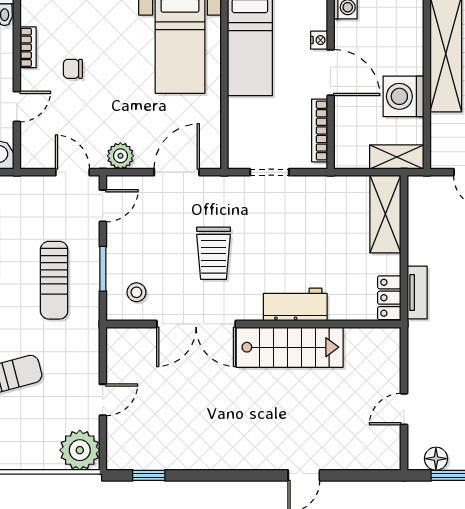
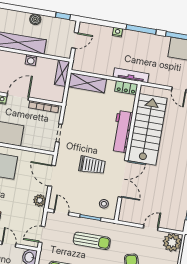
washing machine: (403, 96) -> (31, 60), width x0.53, depth x0.53
door: (73, 172) -> (42, 234), moved
tv unit: (417, 293) -> (131, 75), width x1.41
workbench: (295, 305) -> (122, 132), width x1.38
stairs: (290, 347) -> (147, 129), width x1.36, depth x1.51
door: (103, 400) -> (151, 228), hinge flipped

